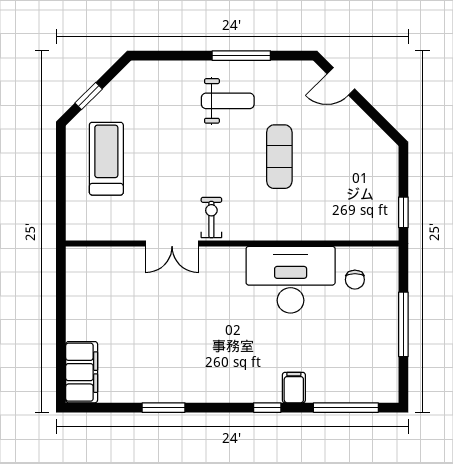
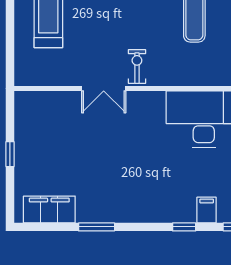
window: (61, 321) -> (10, 154), added
filing cabinet: (82, 372) -> (49, 209), moved, turned -90

